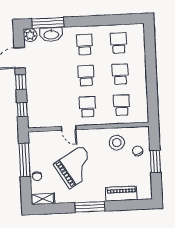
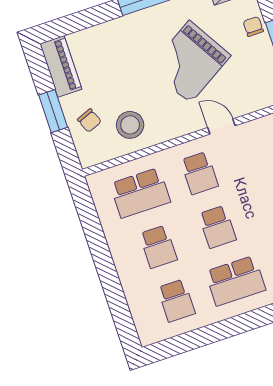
school desk: (84, 45) -> (235, 281), width x1.85
school desk: (122, 105) -> (140, 193), width x1.85
piano: (121, 194) -> (61, 66), moved, turned -90

